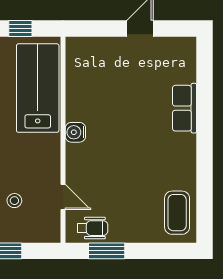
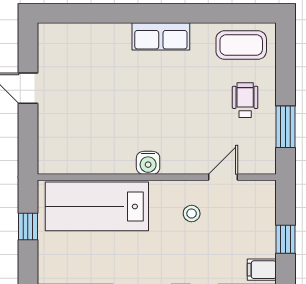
row of seats: (185, 108) -> (161, 36), moved
stool: (14, 201) -> (192, 214), moved
wheelchair: (93, 228) -> (245, 100), moved

